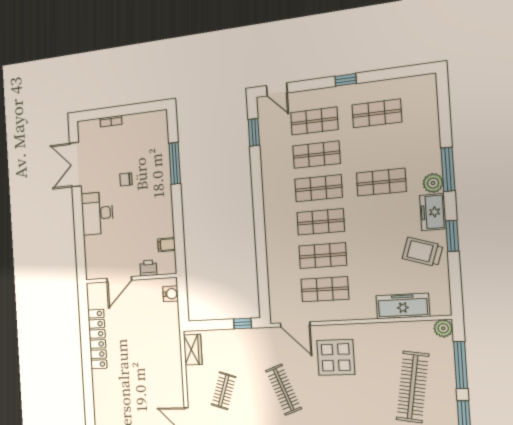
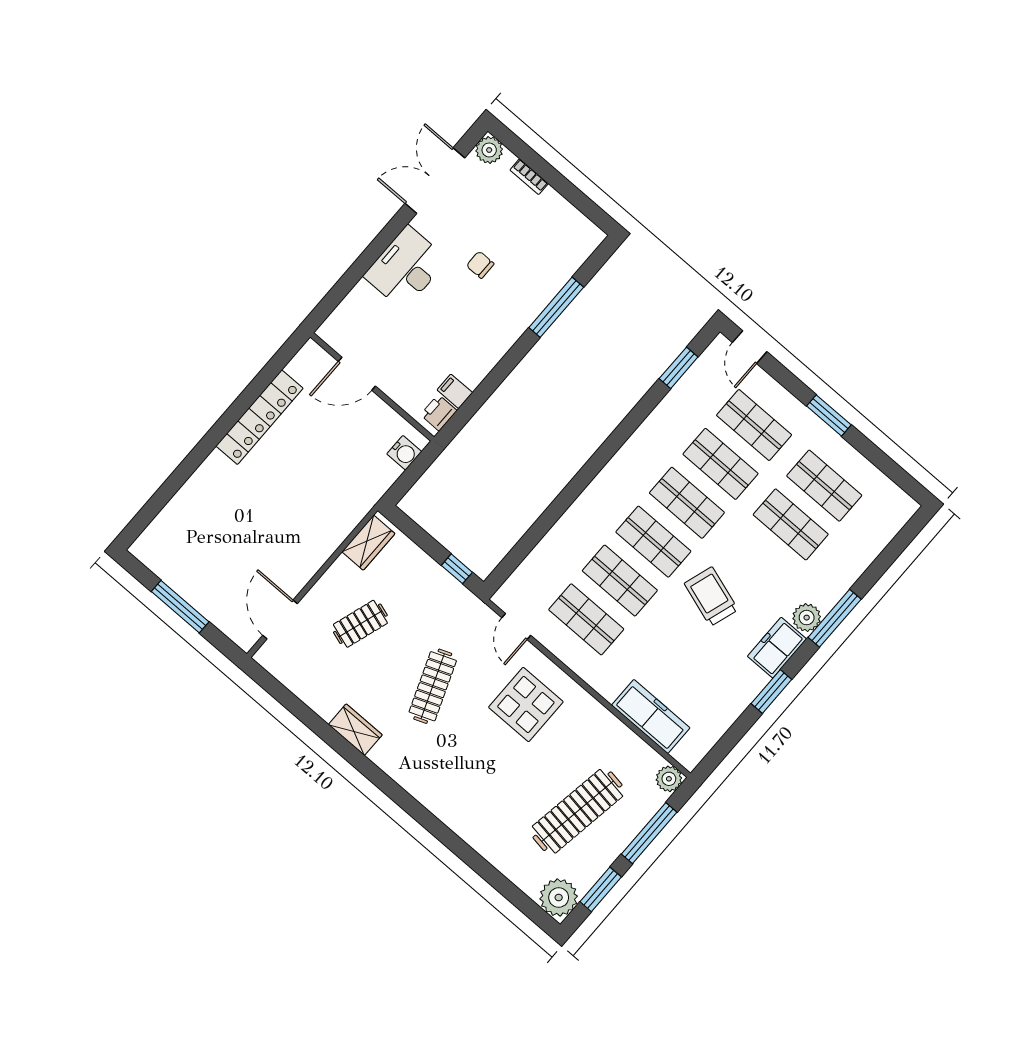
window: (346, 80) -> (829, 415), width x1.50
plant: (85, 128) -> (489, 150), added
shop shelf: (381, 182) -> (791, 524), moved
trolley: (422, 252) -> (711, 597), moved
printer: (148, 268) -> (439, 413), moved, turned -90
door: (295, 324) -> (516, 626), width x0.73

